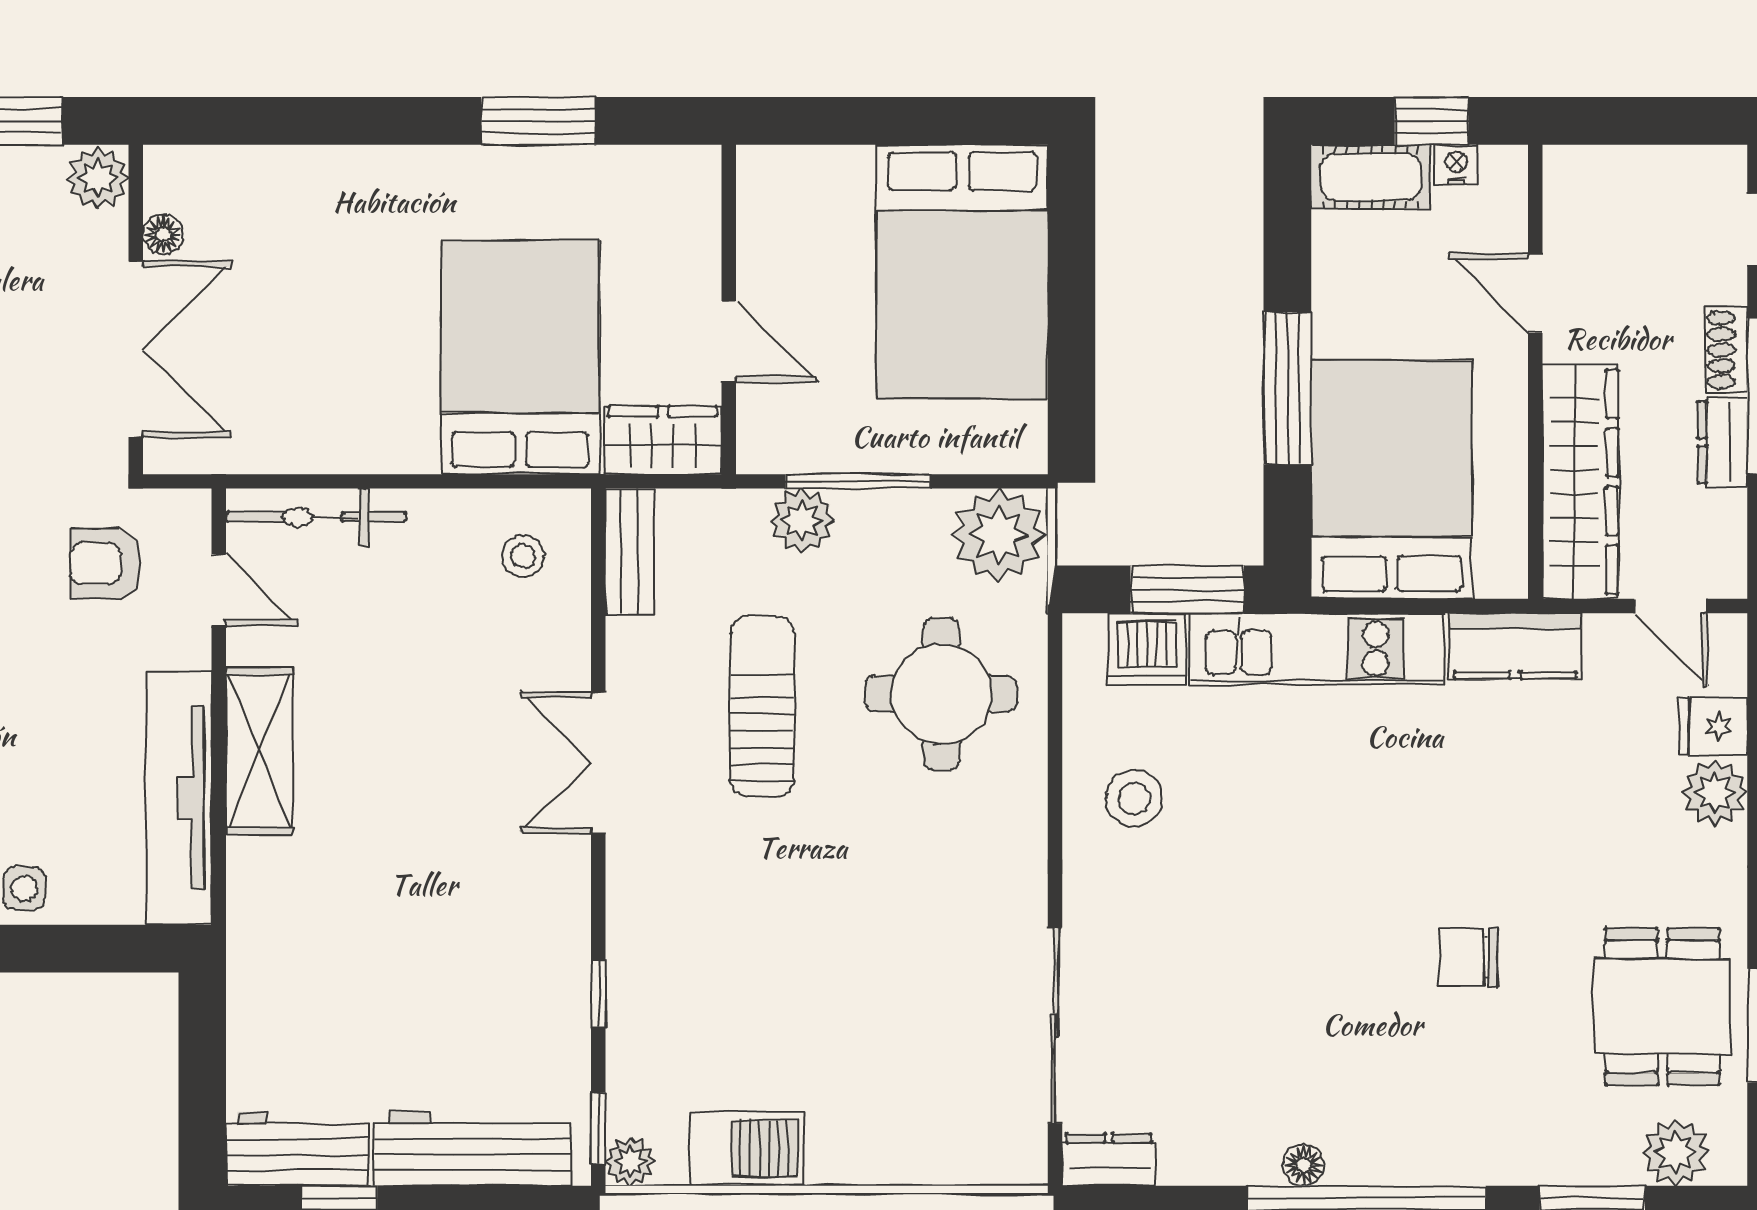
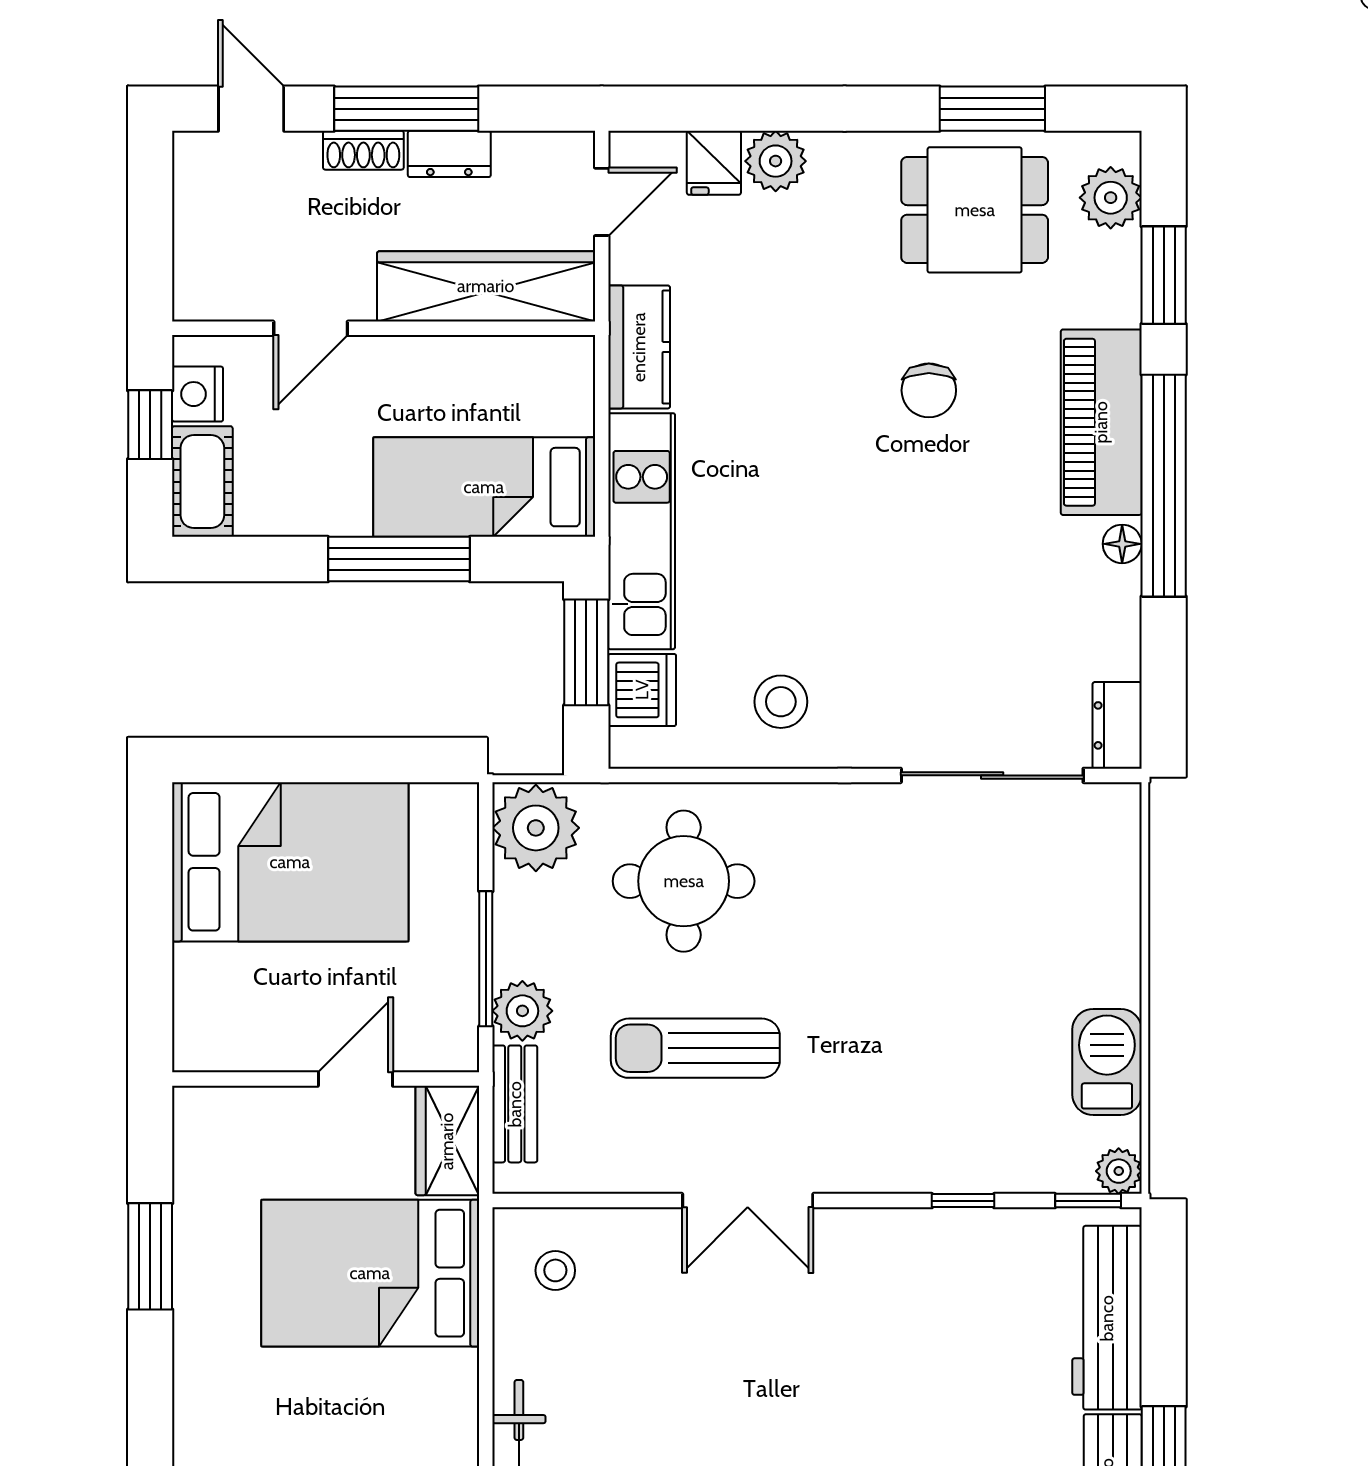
nightstand: (1456, 165) -> (198, 394), width x1.39, depth x1.35
bed: (1391, 480) -> (484, 487), width x0.67
bench: (629, 551) -> (515, 1104), moved, turned 90
piano: (1434, 1142) -> (1101, 422), added

